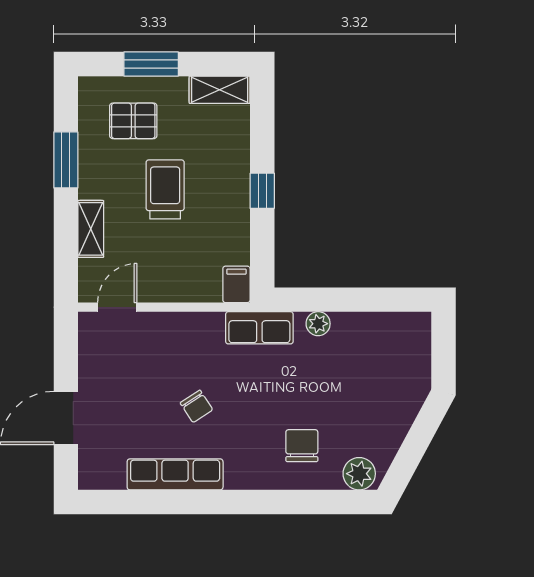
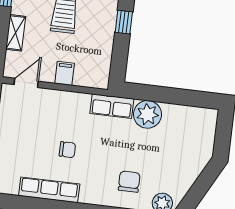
filing cabinet: (236, 284) -> (65, 73), moved
plant: (318, 324) -> (147, 114), width x1.88, depth x1.88
chair: (196, 406) -> (67, 150), turned -57

